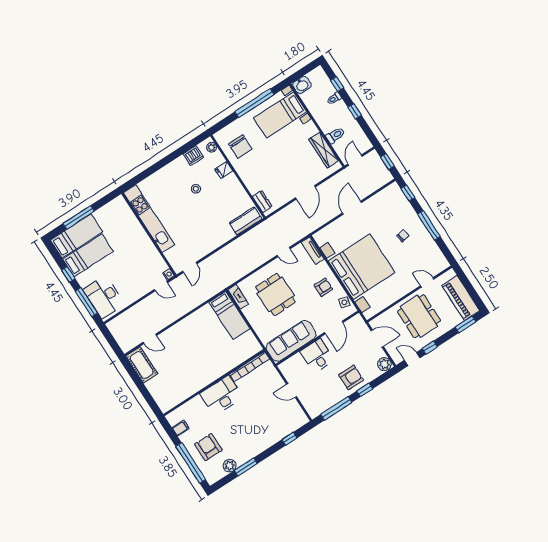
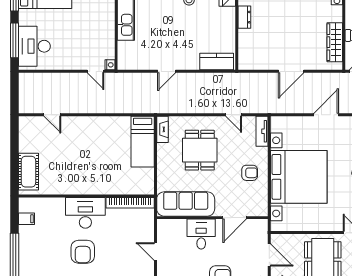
dresser: (262, 201) -> (244, 17), moved
door: (190, 267) -> (167, 71), moved
side table: (344, 302) -> (260, 200), removed
cot: (142, 365) -> (28, 172), moved
armchair: (208, 447) -> (83, 252), moved, turned 180

